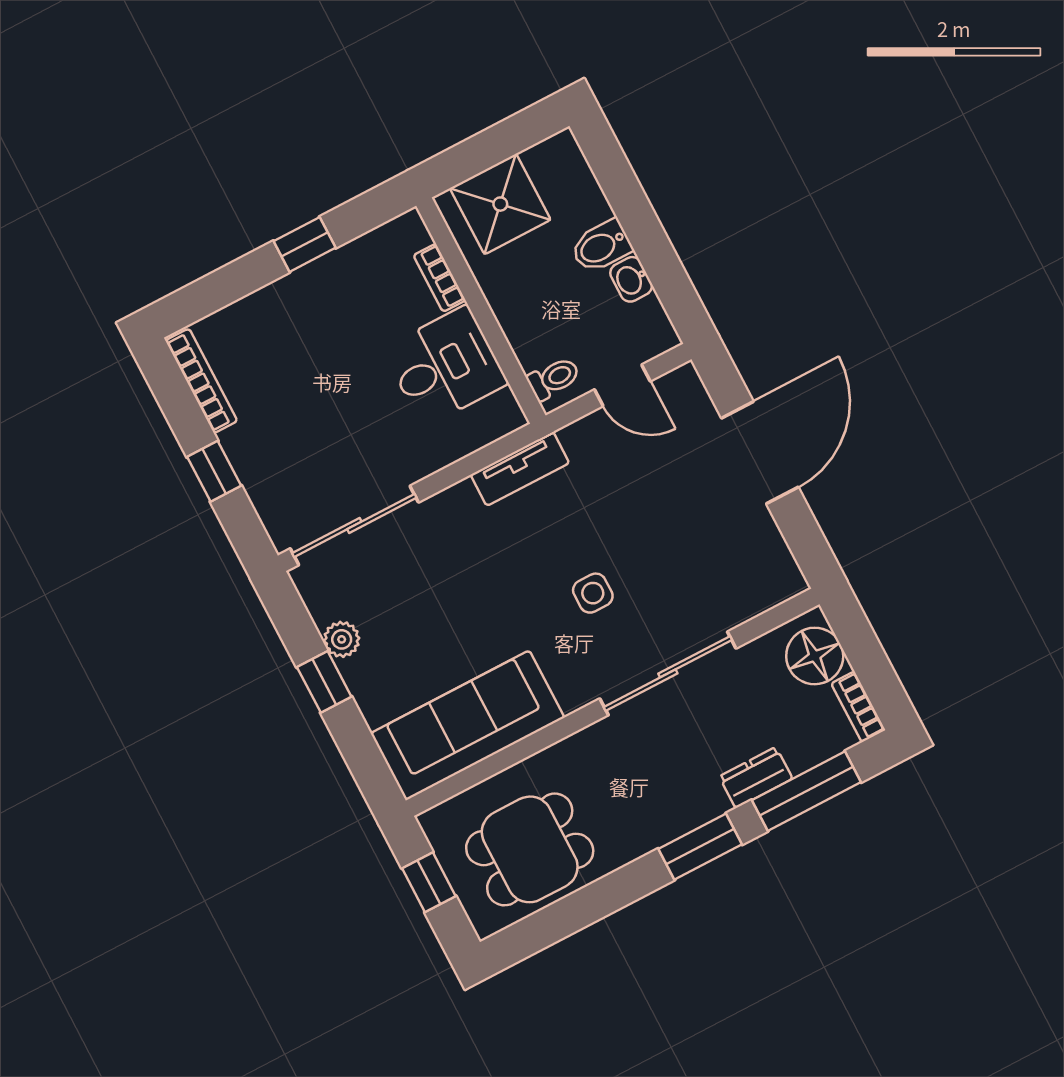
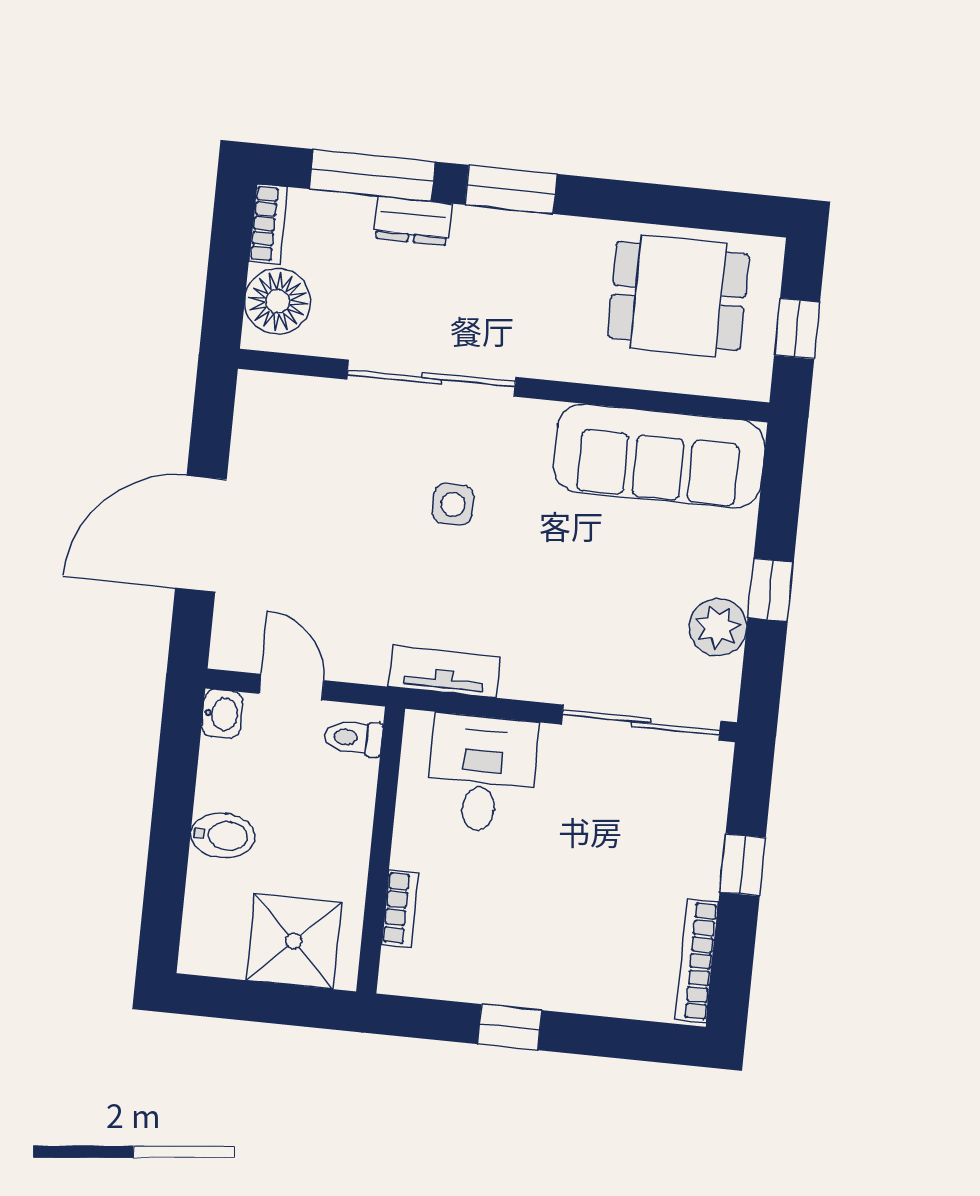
washbasin: (631, 279) -> (222, 714), moved
desk: (445, 366) -> (482, 774), moved, turned 90
plant: (342, 639) -> (718, 627), width x1.38, depth x1.38

